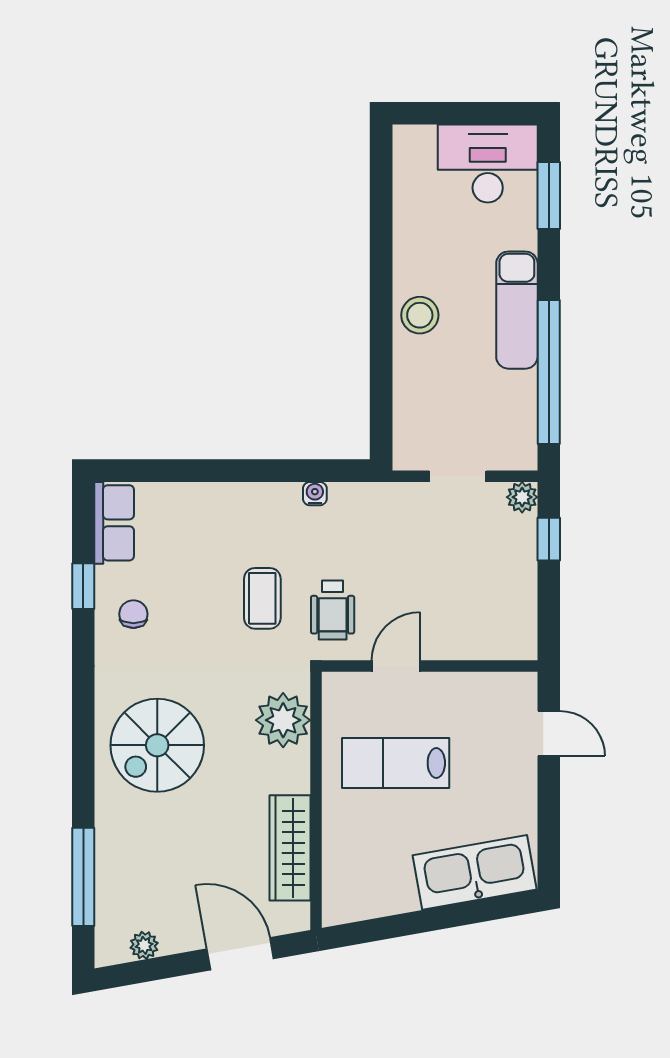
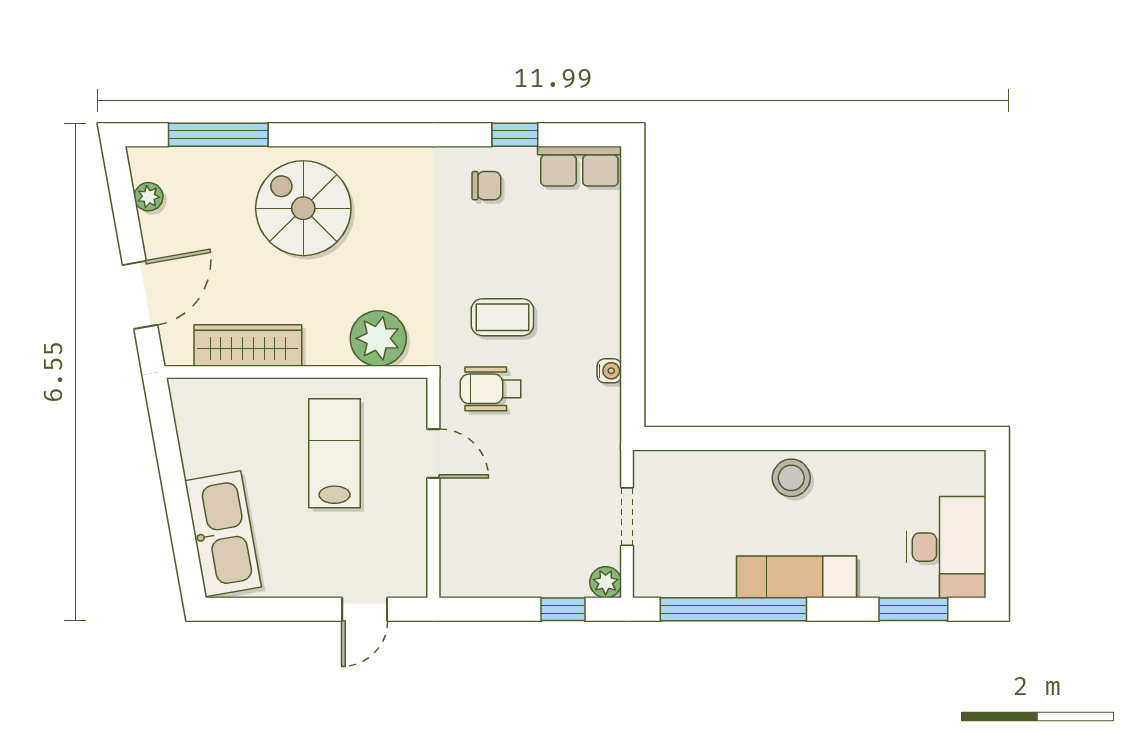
spiral stairs: (157, 745) -> (303, 208), moved

